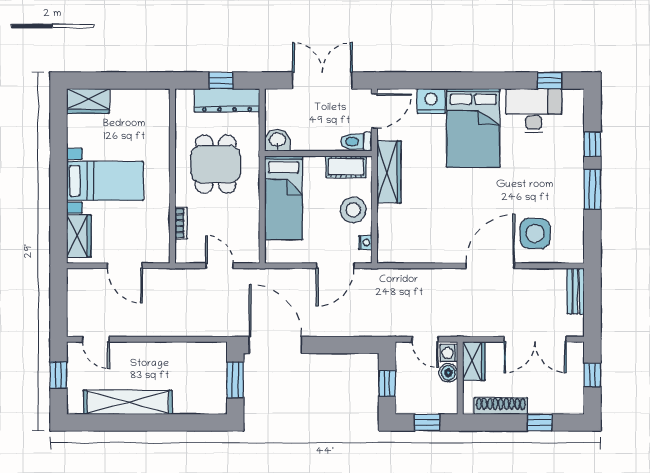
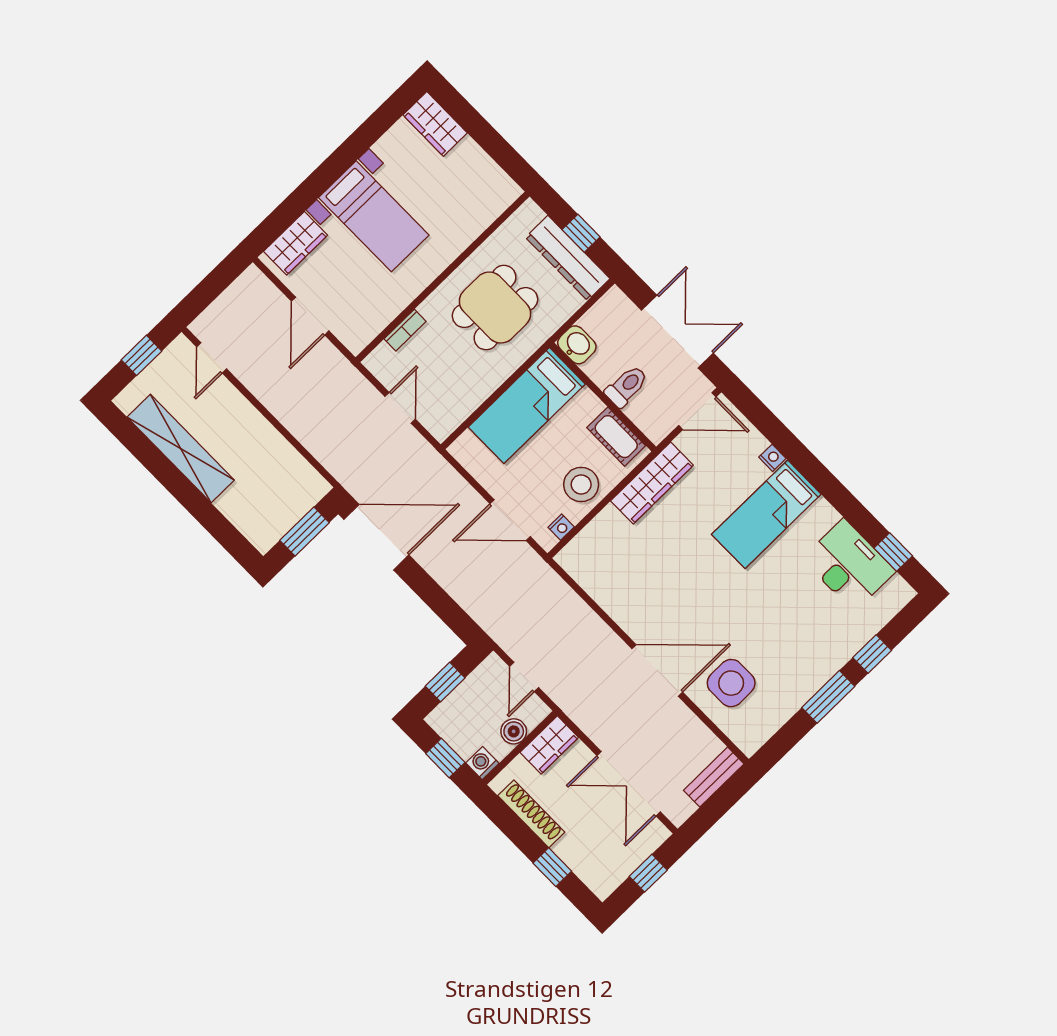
nightstand: (431, 101) -> (772, 458), width x0.53, depth x0.56
bed: (473, 128) -> (766, 514), width x0.67
toilet: (356, 142) -> (626, 386), moved, turned 90
door: (275, 345) -> (376, 537), hinge flipped
washing machine: (449, 353) -> (482, 763), moved

